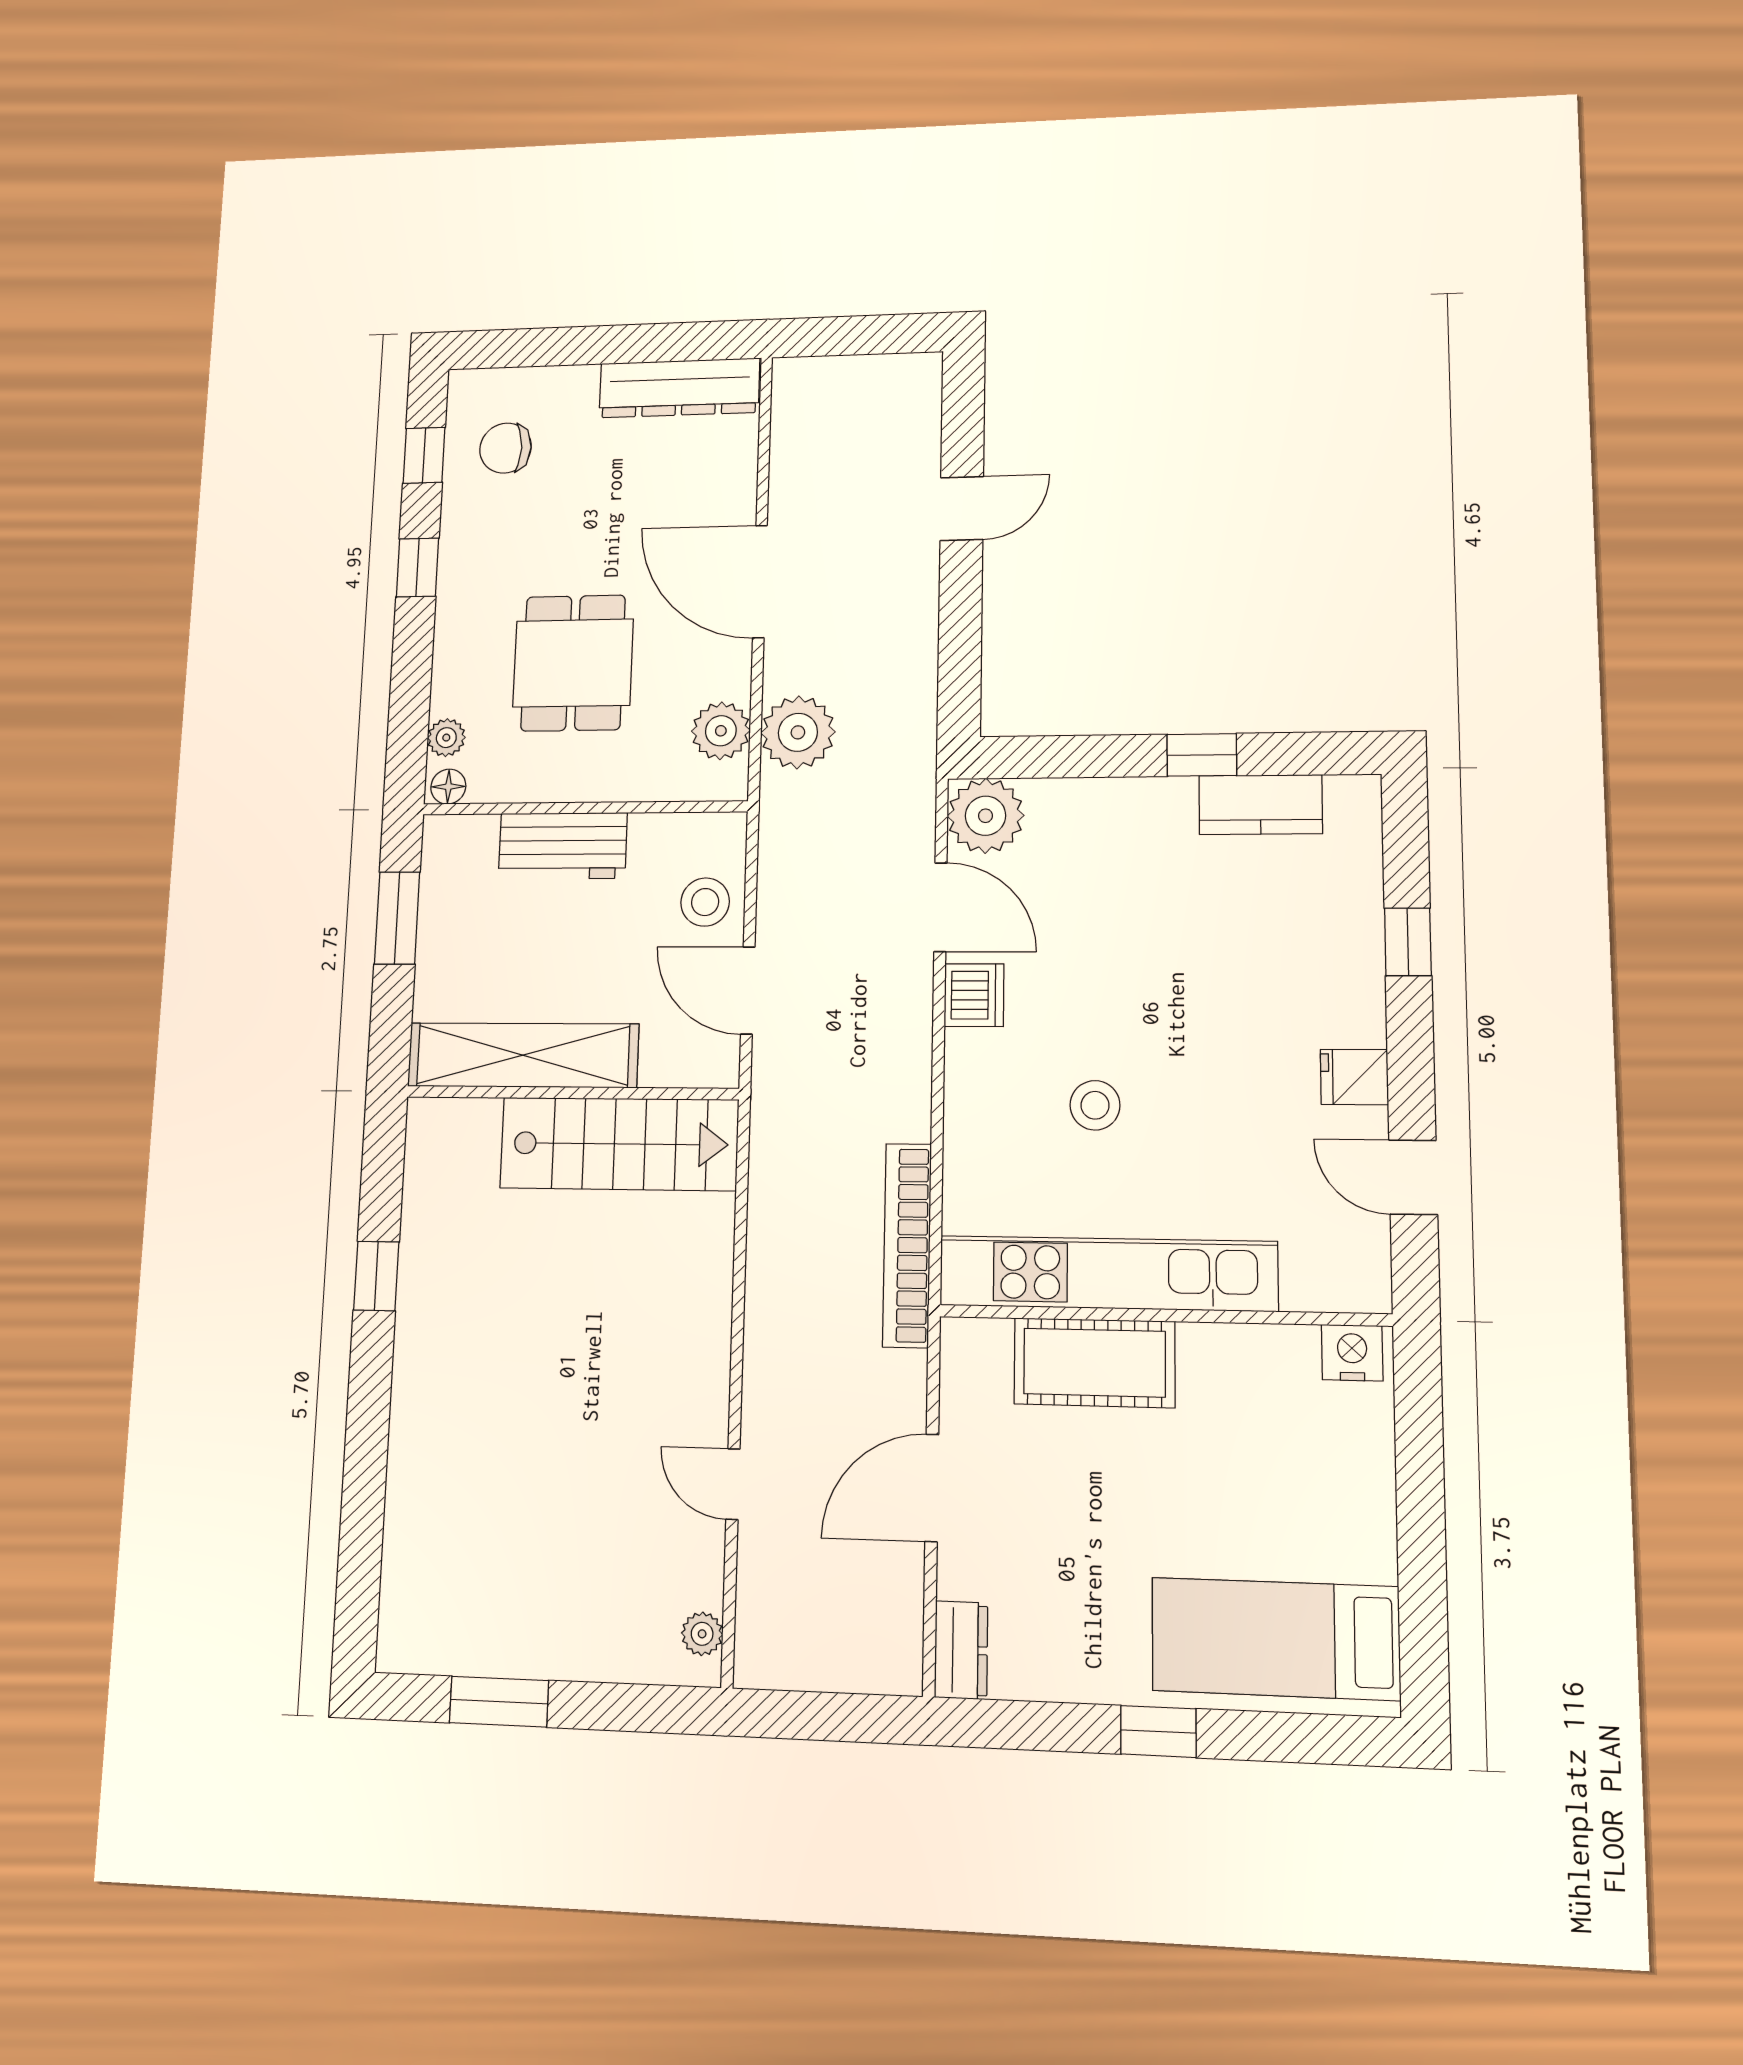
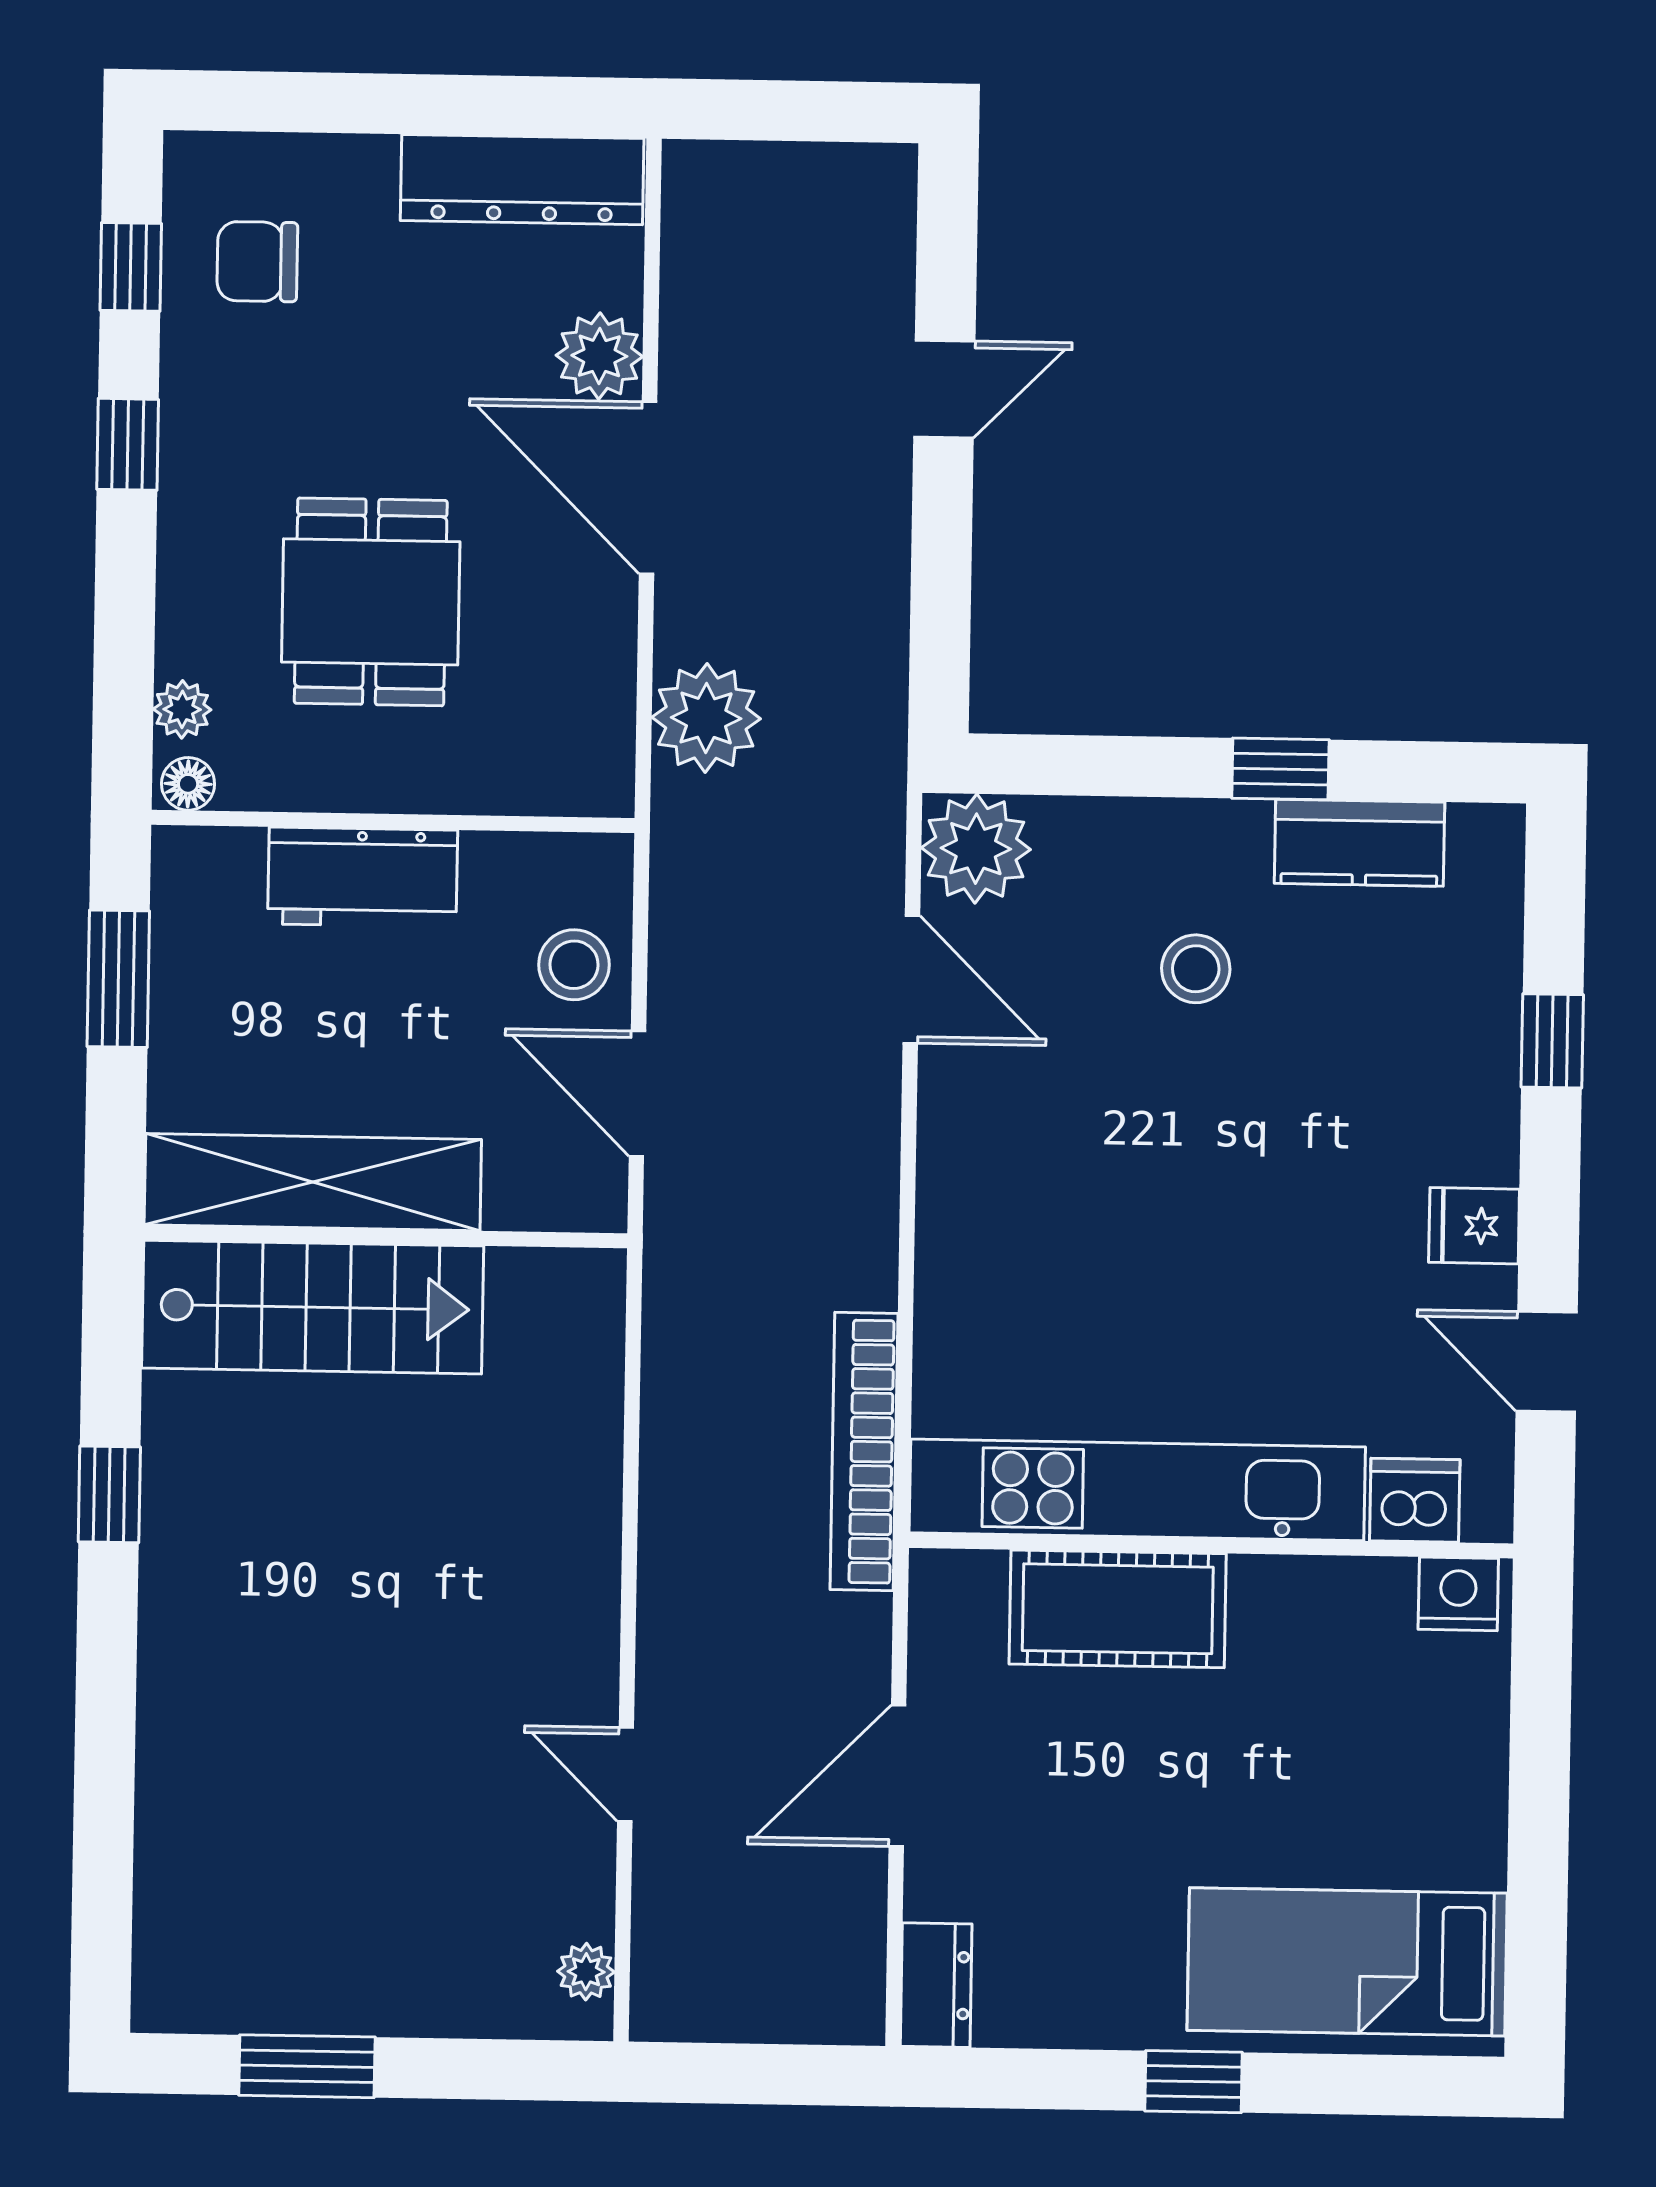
plant: (721, 731) -> (599, 356), moved
dishwasher: (974, 995) -> (1415, 1500), moved, turned -90
stool: (1095, 1105) -> (1196, 969), moved
stairs: (619, 1144) -> (313, 1307), moved

